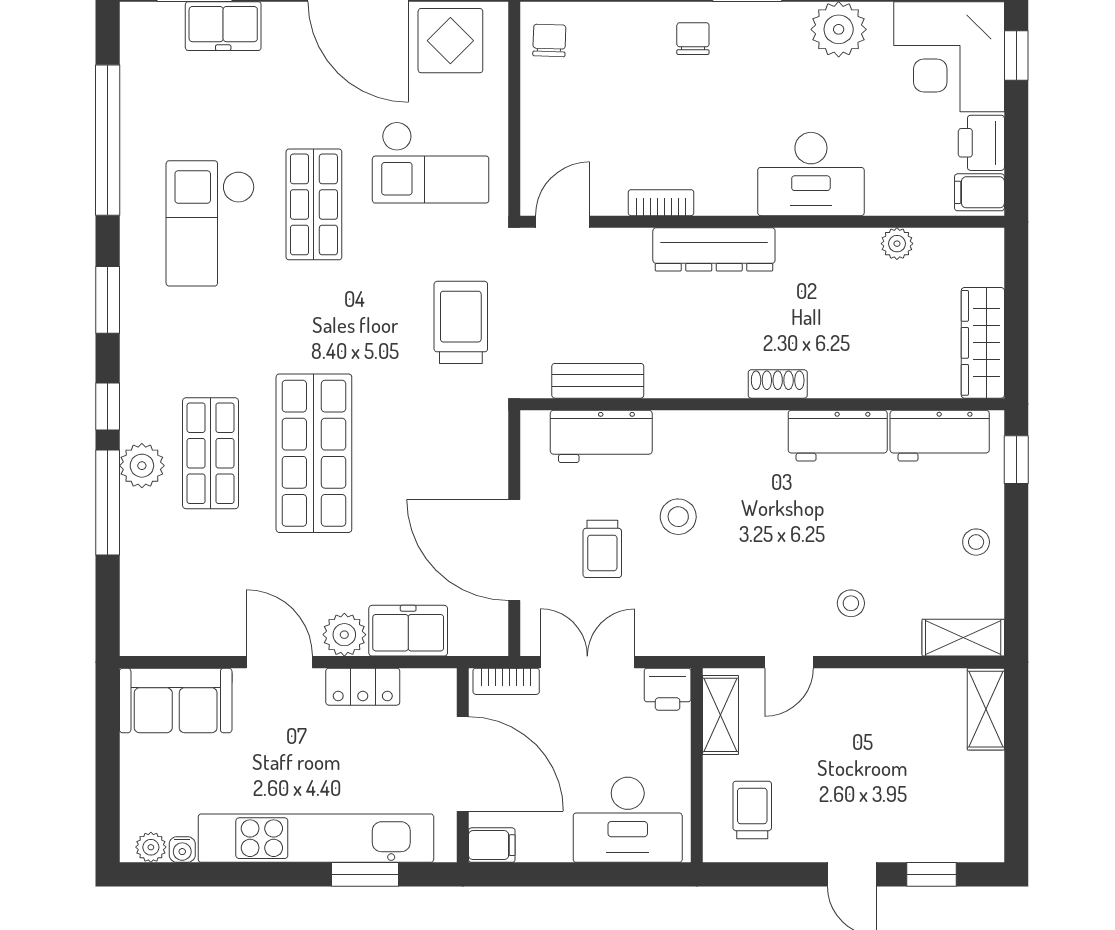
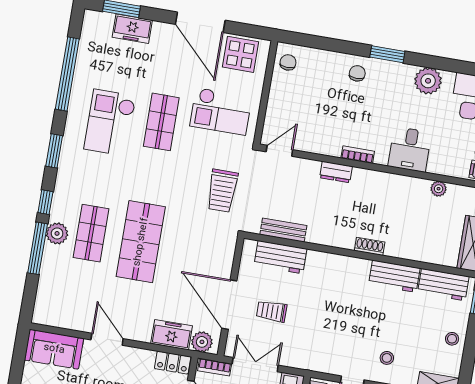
desk: (811, 174) -> (410, 149), width x0.73
bookcase: (661, 203) -> (358, 155), moved
dresser: (714, 249) -> (336, 172), width x0.51, depth x0.80
trolley: (461, 322) -> (222, 191), turned 180
stool: (678, 517) -> (311, 302), removed
trolley: (602, 549) -> (272, 311), turned 90
plant: (344, 635) -> (202, 342), moved
locker: (363, 687) -> (173, 363), moved

